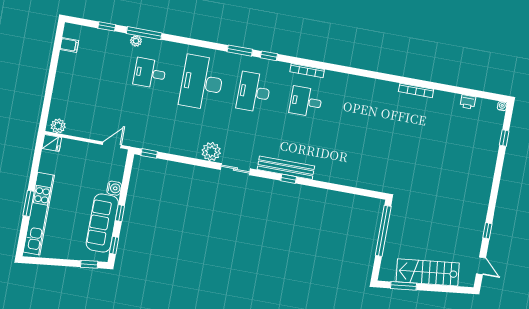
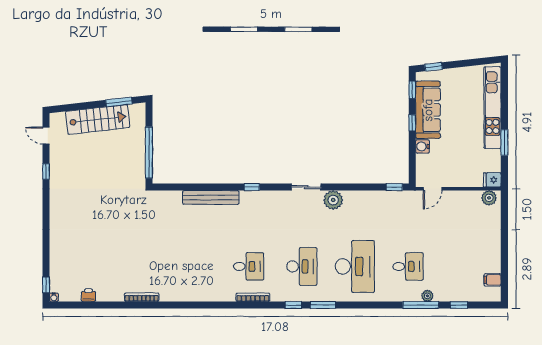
window: (504, 138) -> (46, 285), moved
bench: (286, 168) -> (211, 197), moved
window: (29, 203) -> (504, 142), moved

